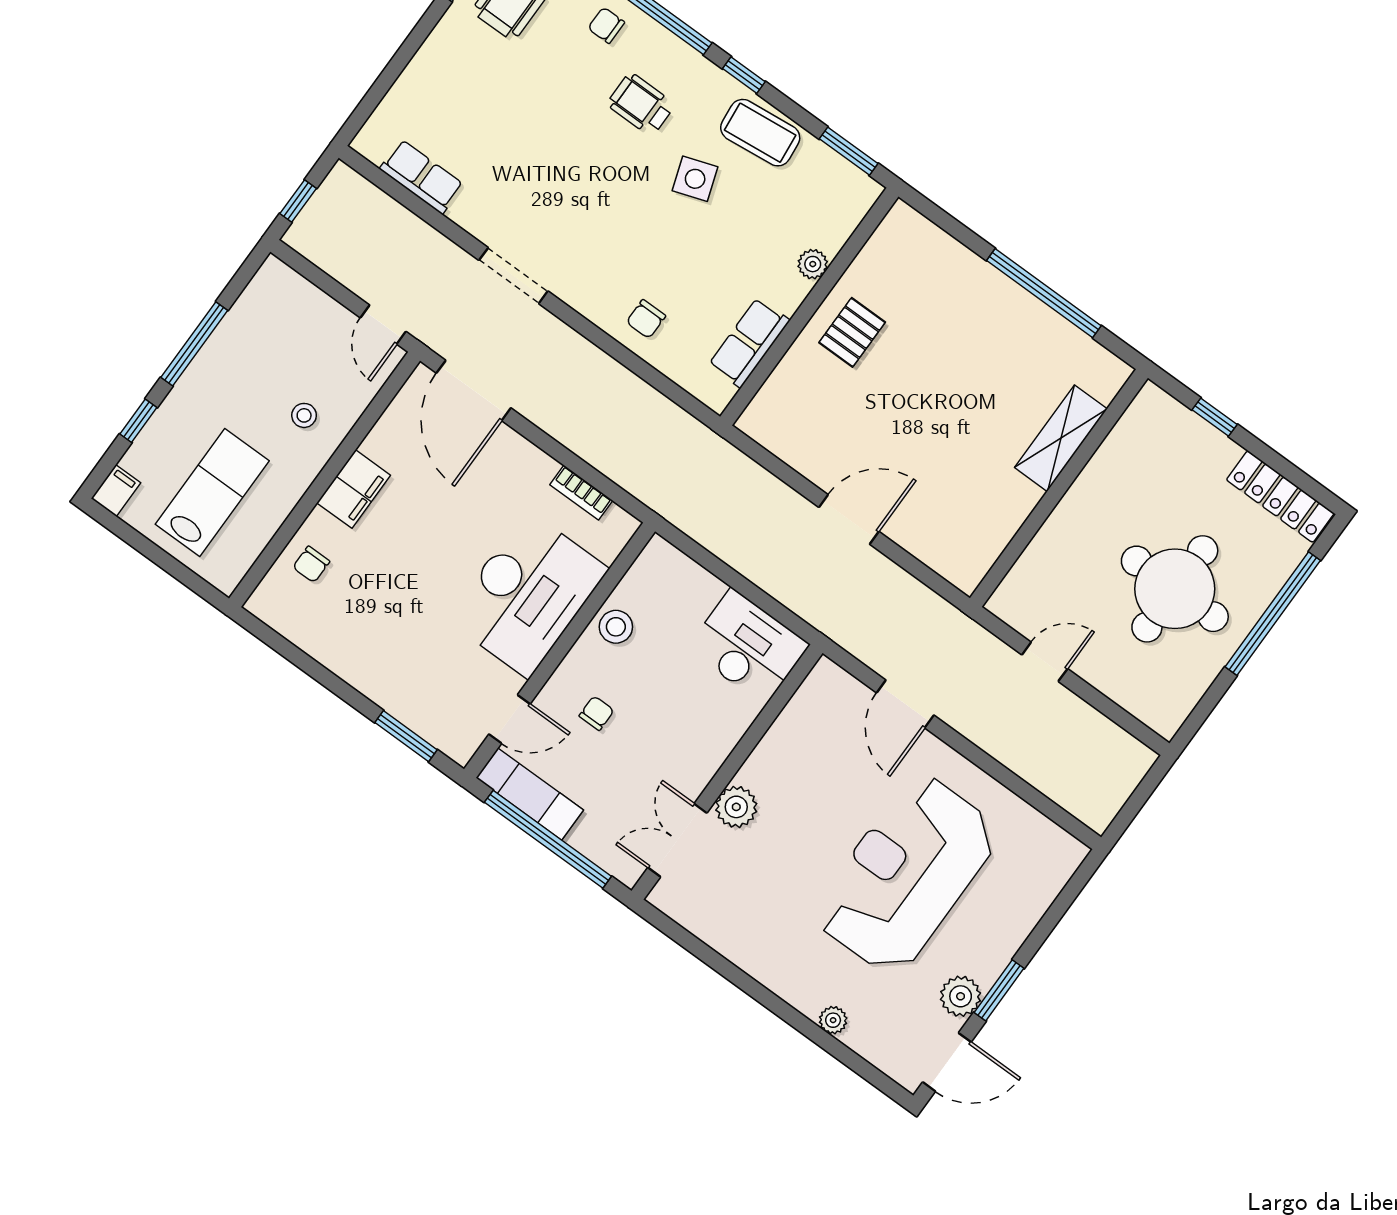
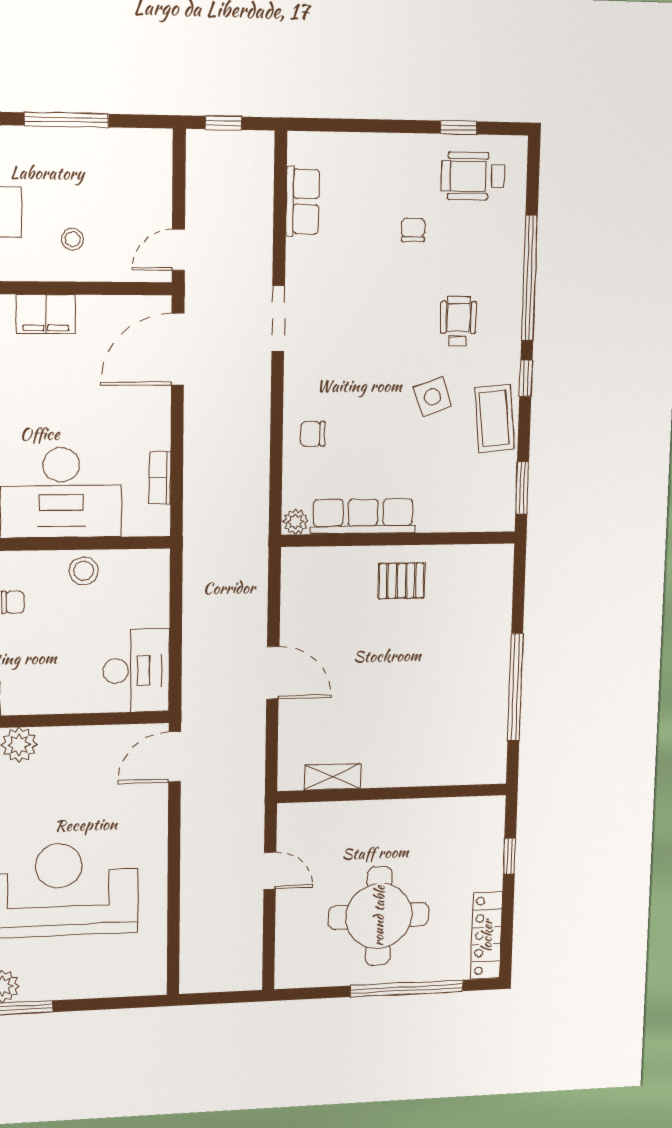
chair: (606, 25) -> (413, 230), moved
plant: (813, 264) -> (296, 522), moved
row of seats: (749, 342) -> (363, 516), width x1.48
shelving: (1061, 438) -> (333, 777), moved, width x0.67, depth x0.75
door: (905, 704) -> (175, 757), moved

